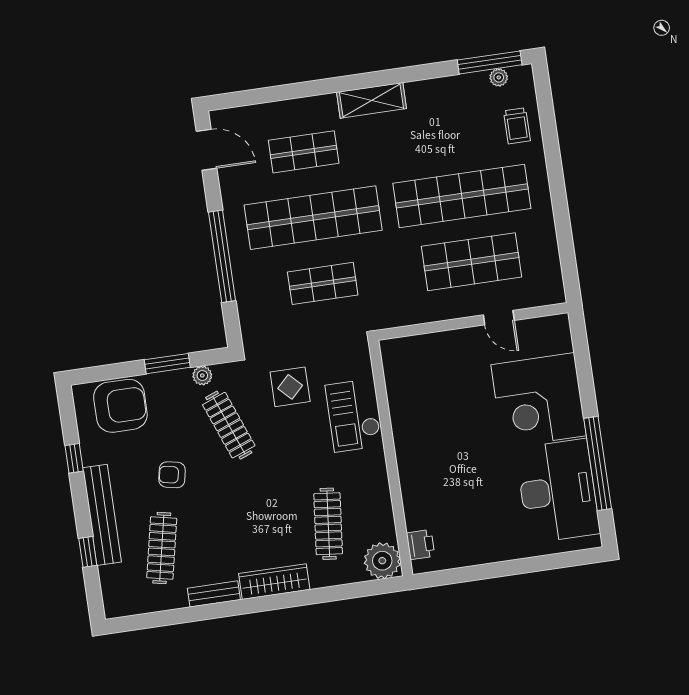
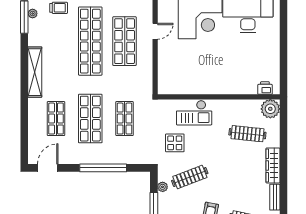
shelving: (372, 100) -> (35, 72), width x1.47
shop shelf: (313, 218) -> (90, 119), width x0.71

